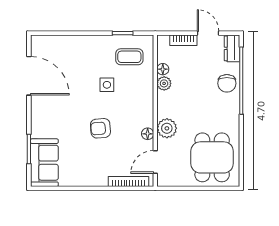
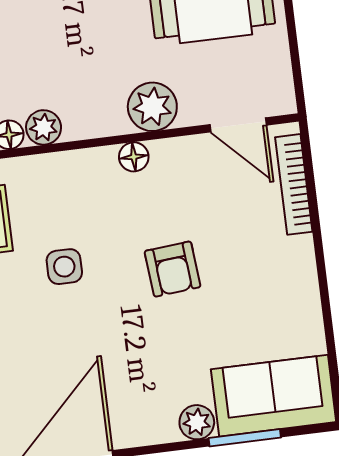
plant: (38, 130) -> (197, 422), added
floor lamp: (148, 134) -> (134, 157), moved

